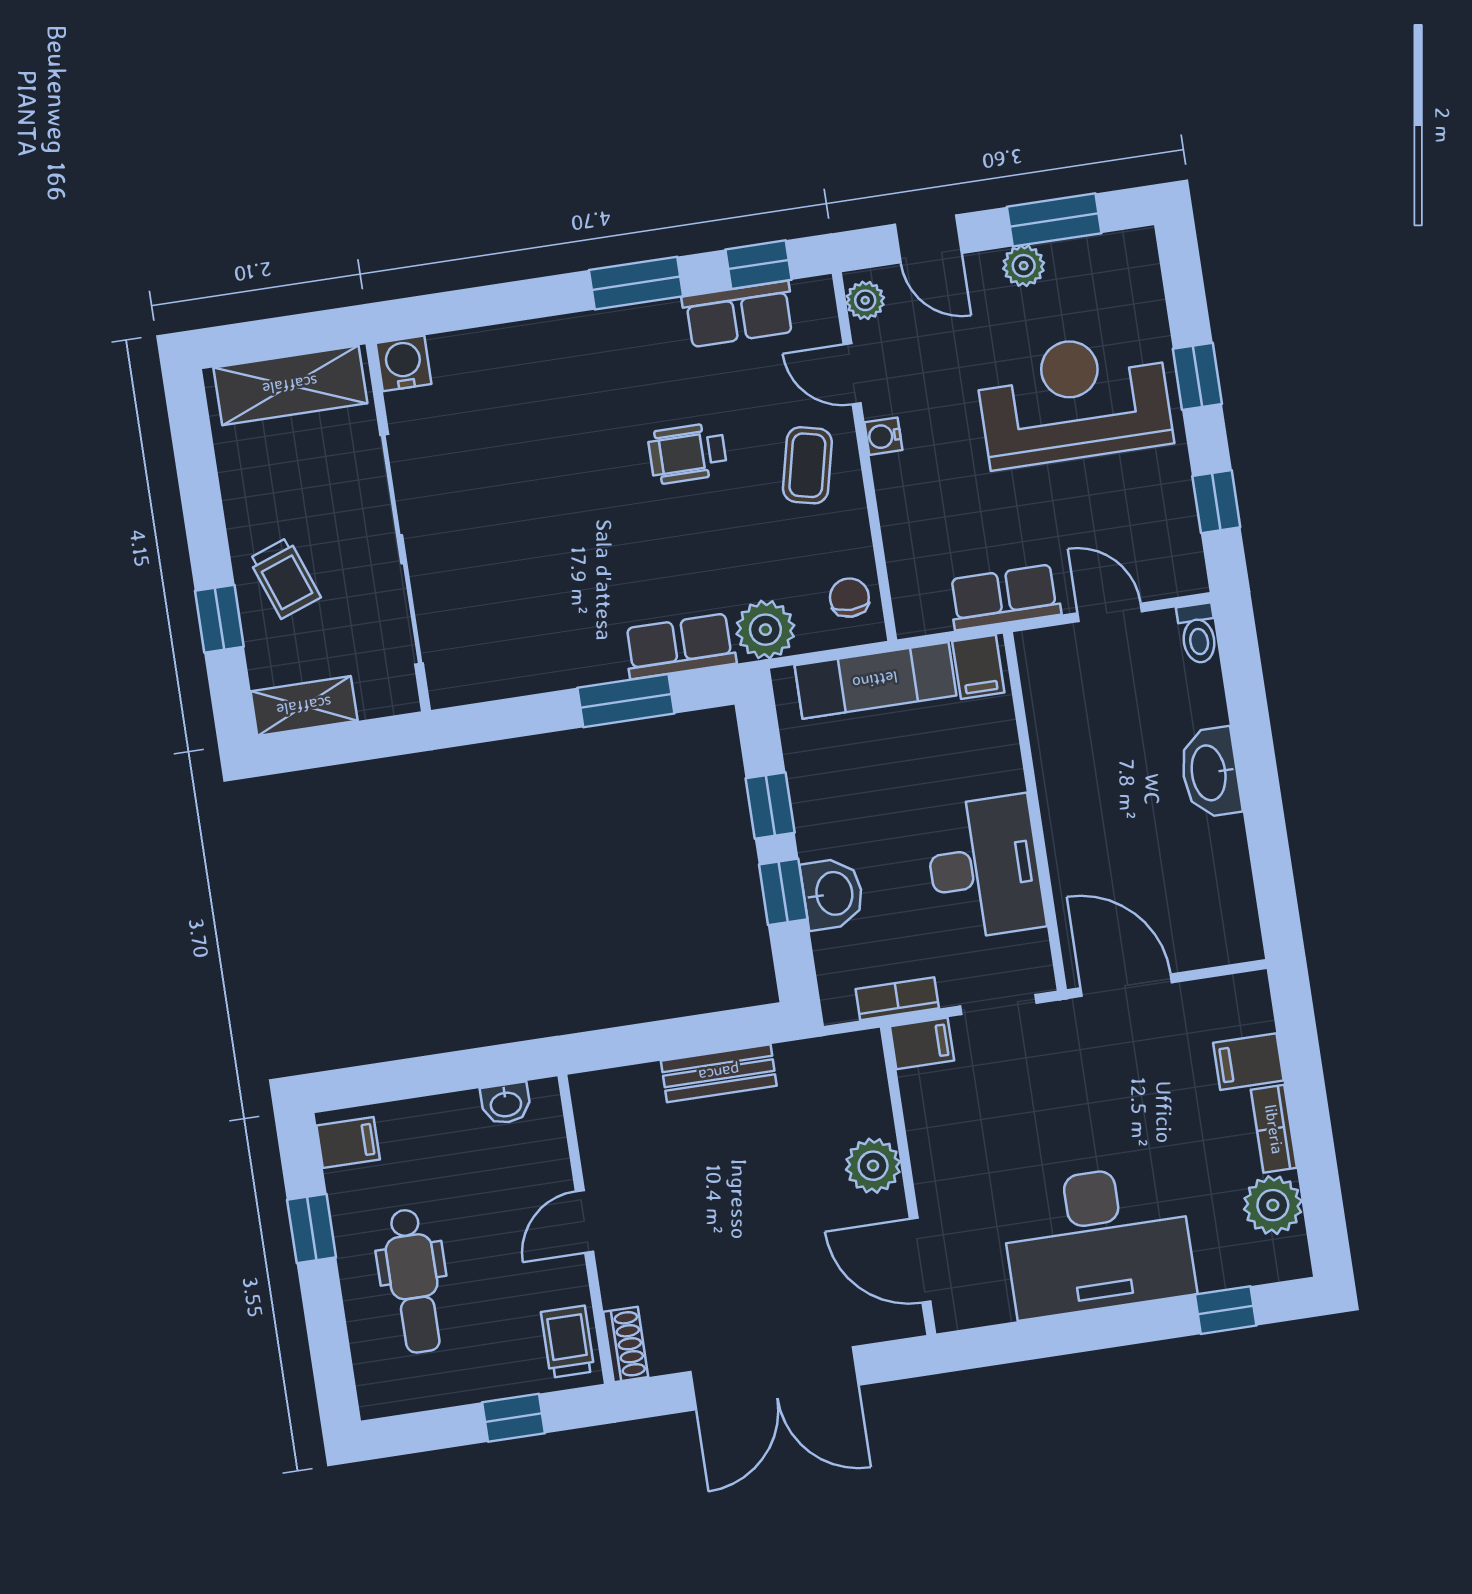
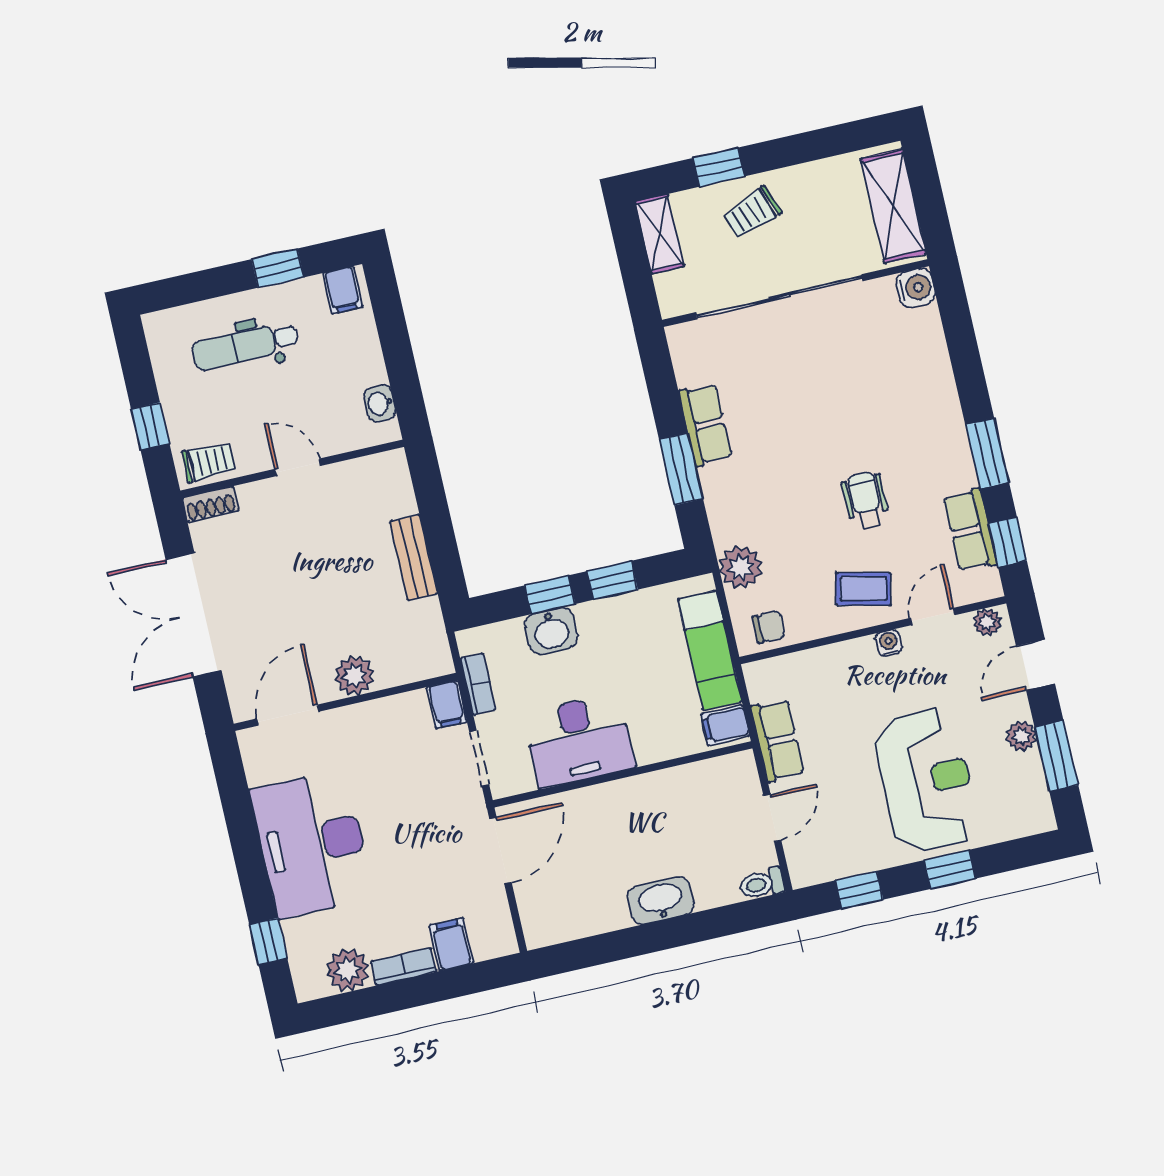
row of seats: (680, 646) -> (705, 425), moved

